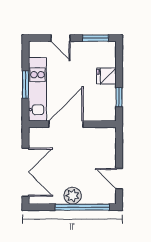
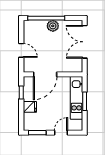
door: (61, 38) -> (61, 133), hinge flipped
door: (66, 124) -> (45, 74), moved
door: (119, 179) -> (21, 50), moved

